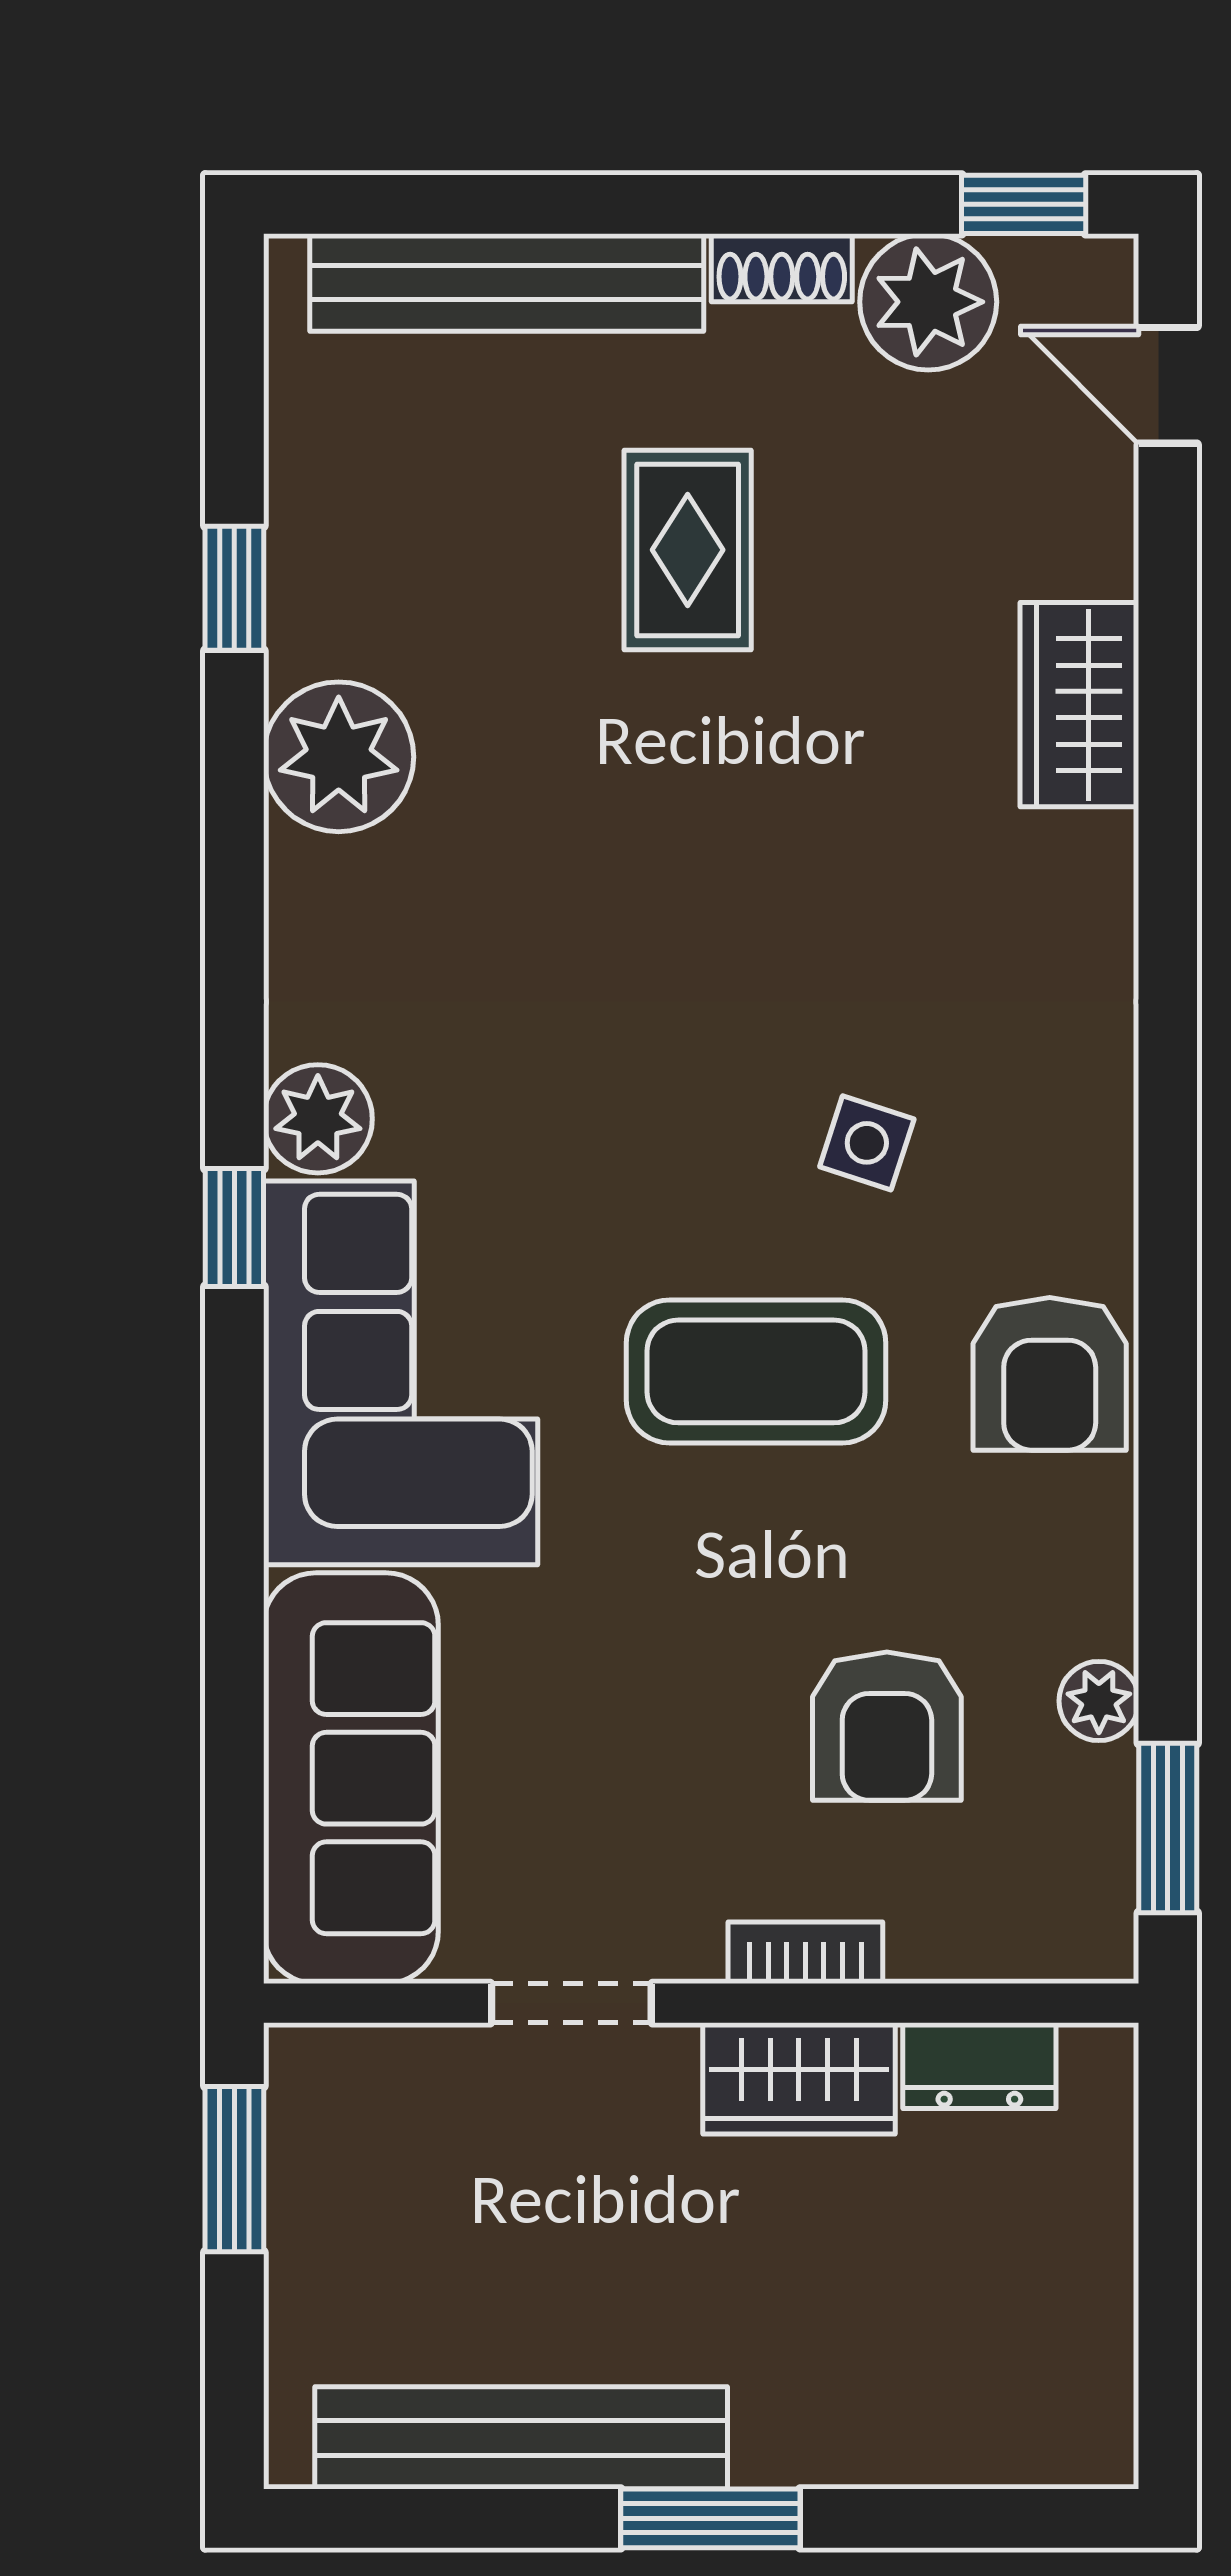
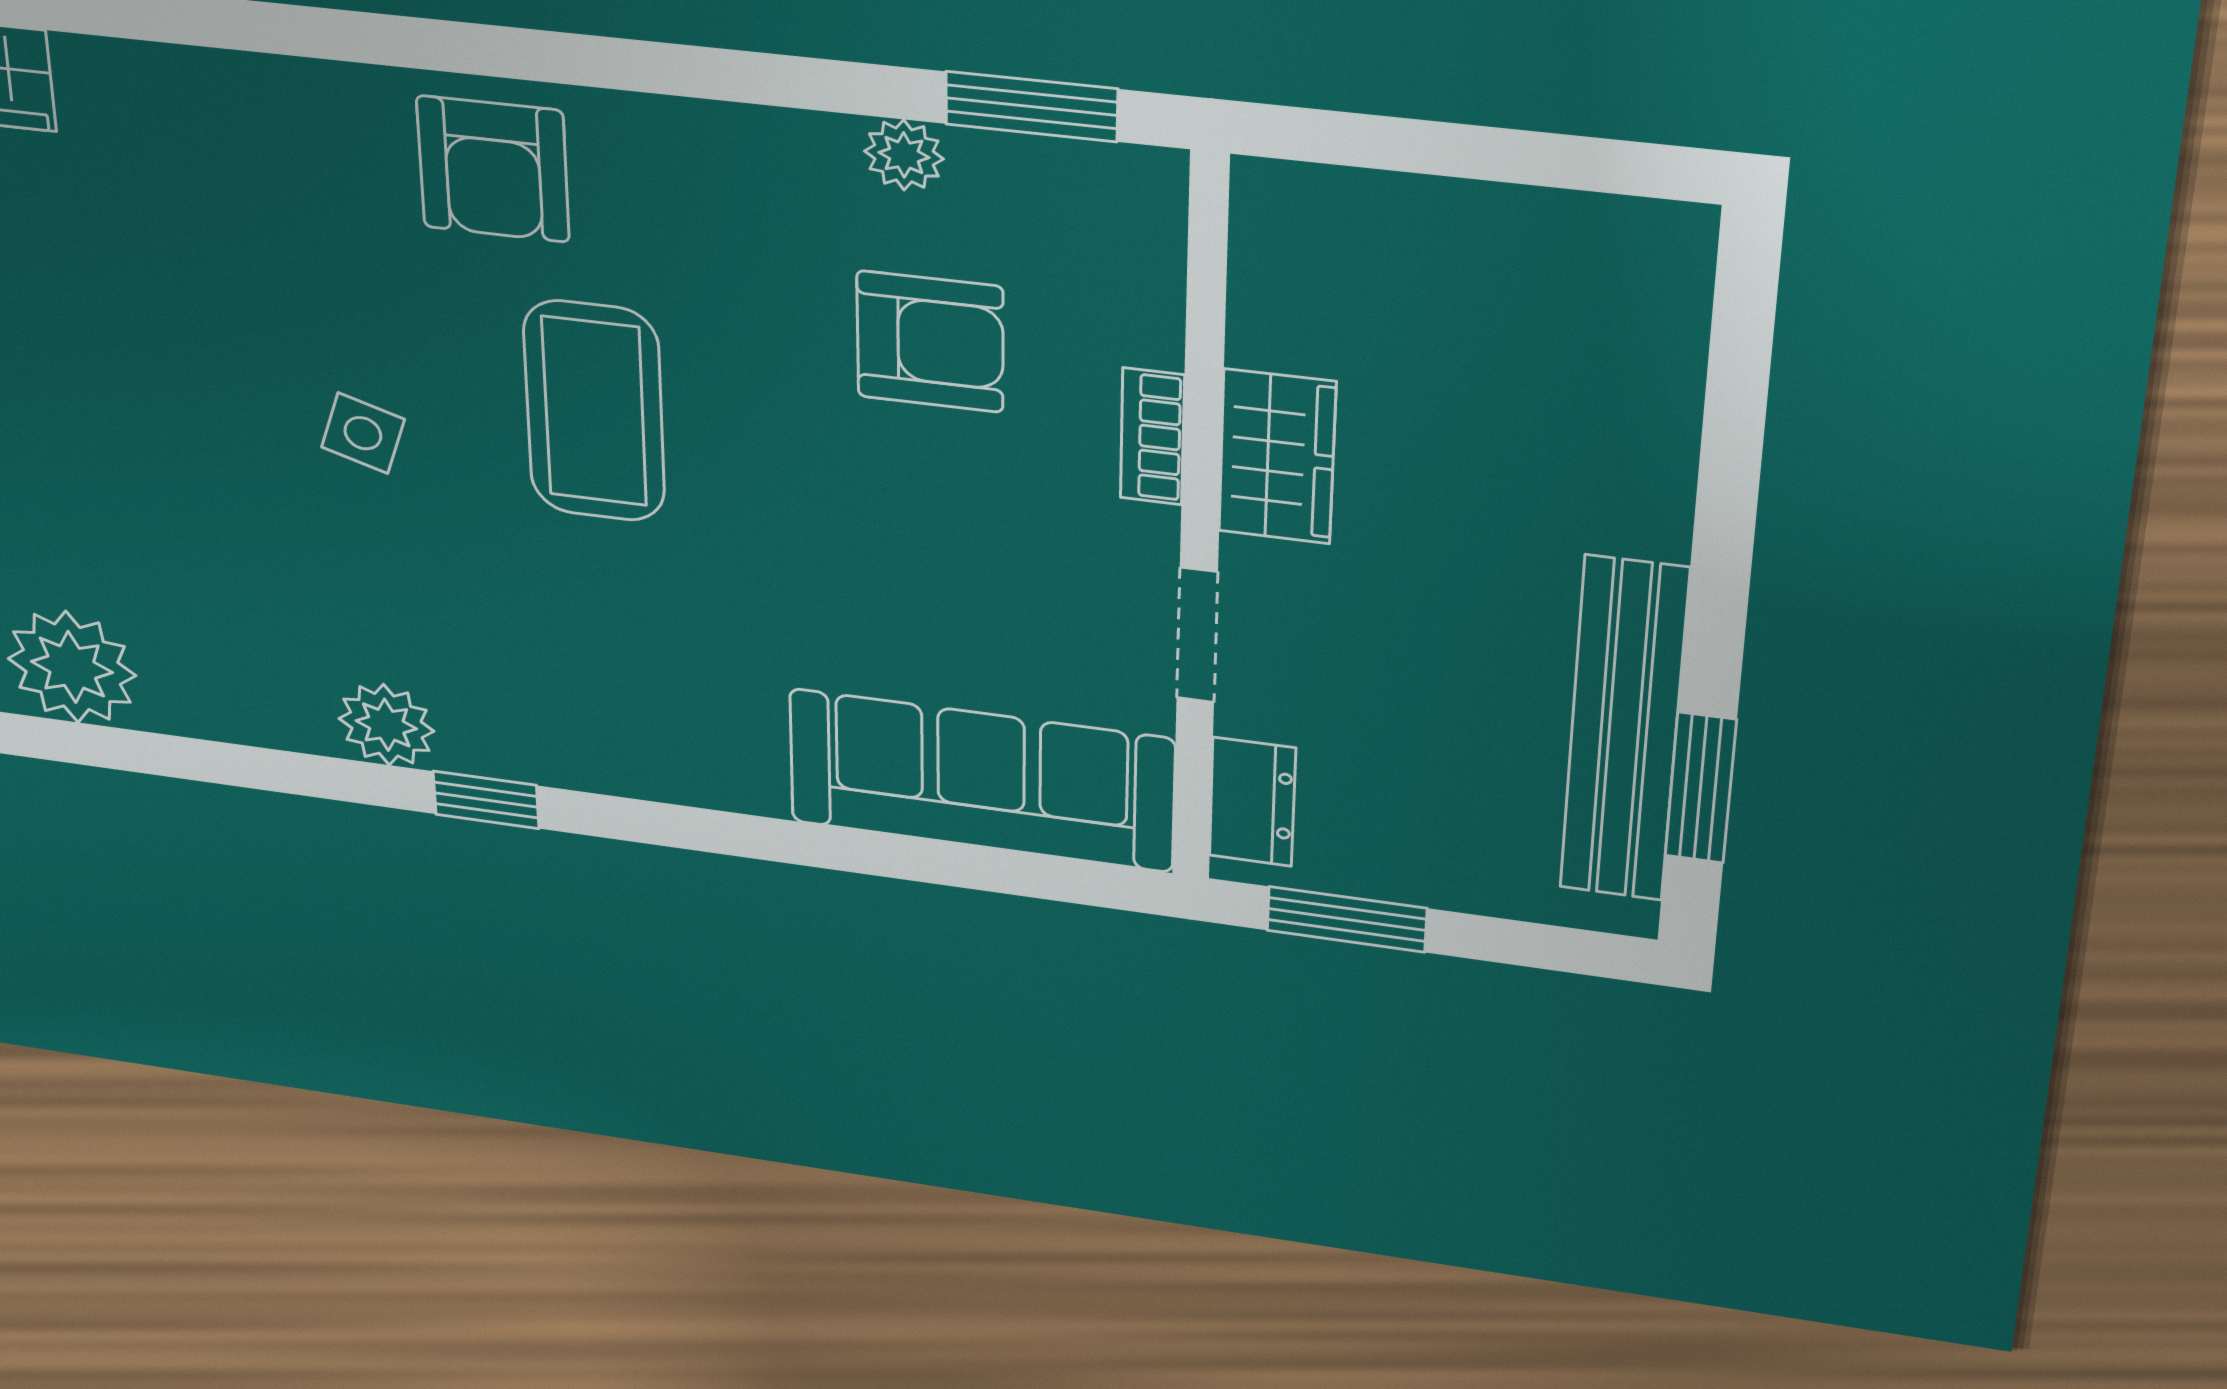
side table: (867, 1143) -> (363, 433), moved
corner sofa: (401, 1373) -> (609, 693), removed
armchair: (1050, 1374) -> (493, 169), moved, turned 90
dresser: (979, 2066) -> (1252, 802), moved
window: (710, 2518) -> (1701, 788), moved

